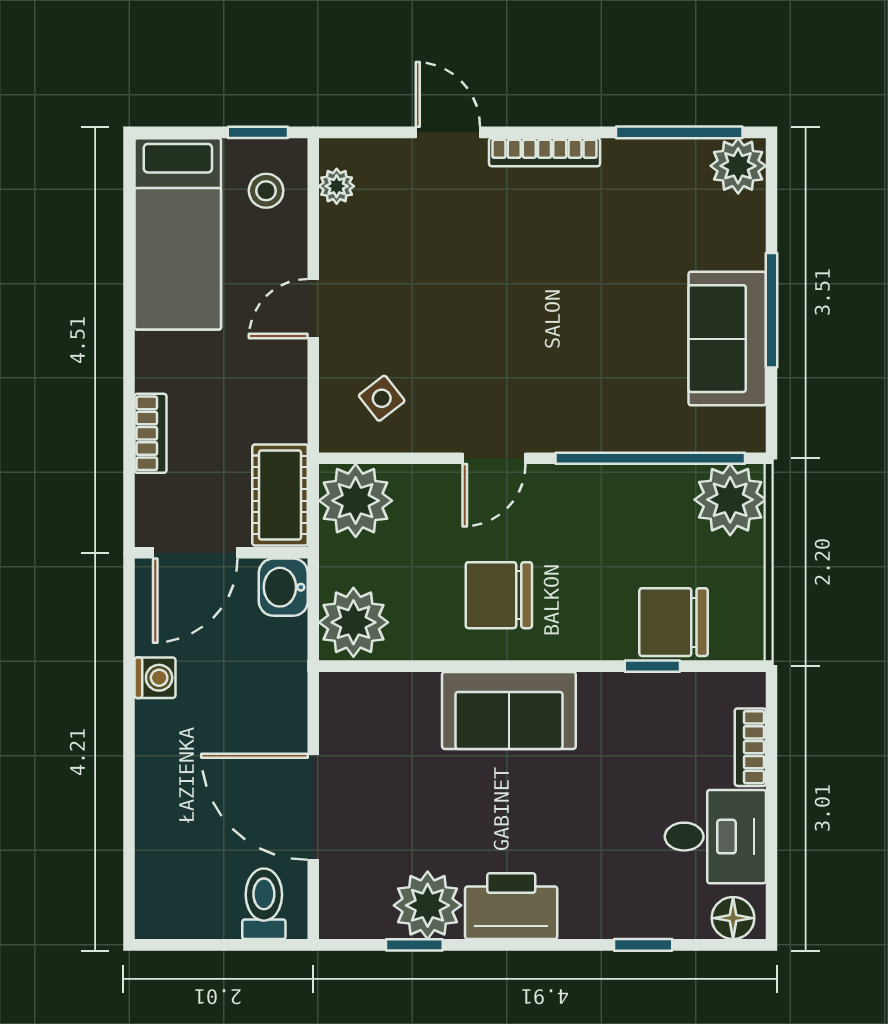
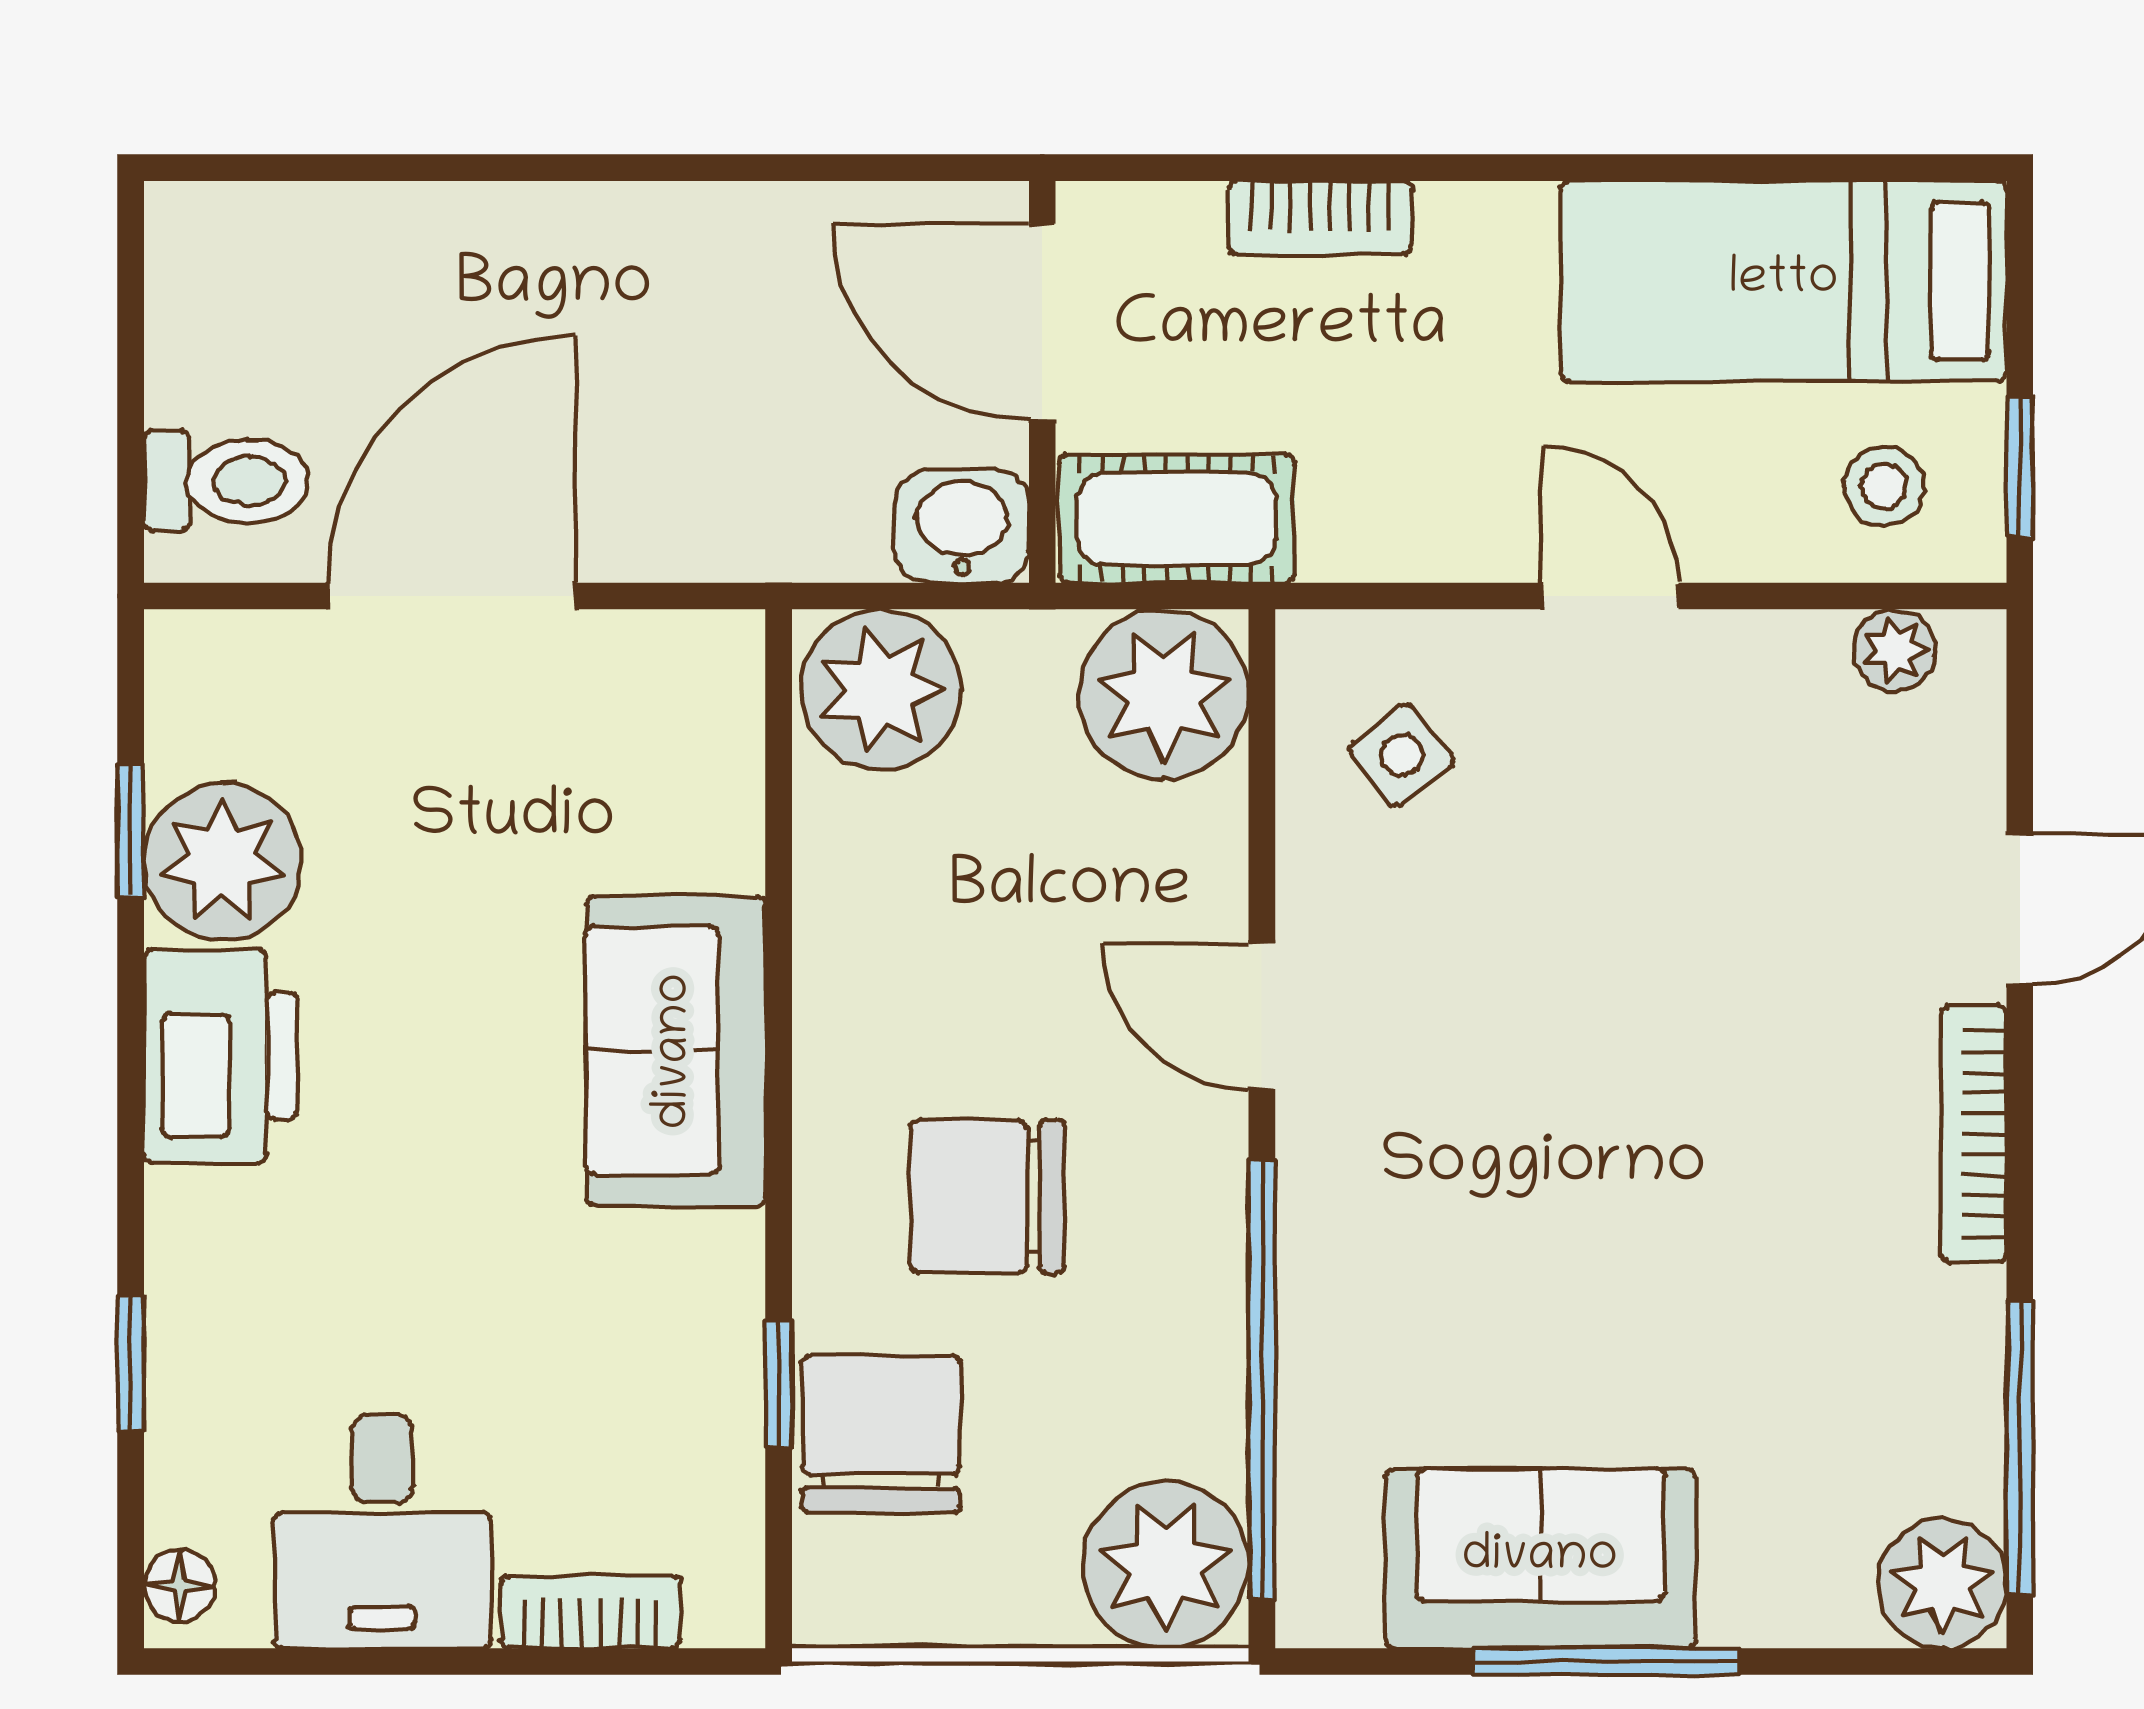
chair: (499, 595) -> (987, 1196), moved, turned -90
washing machine: (155, 678) -> (752, 228), removed
floor lamp: (733, 918) -> (180, 1585), width x0.73, depth x0.73

